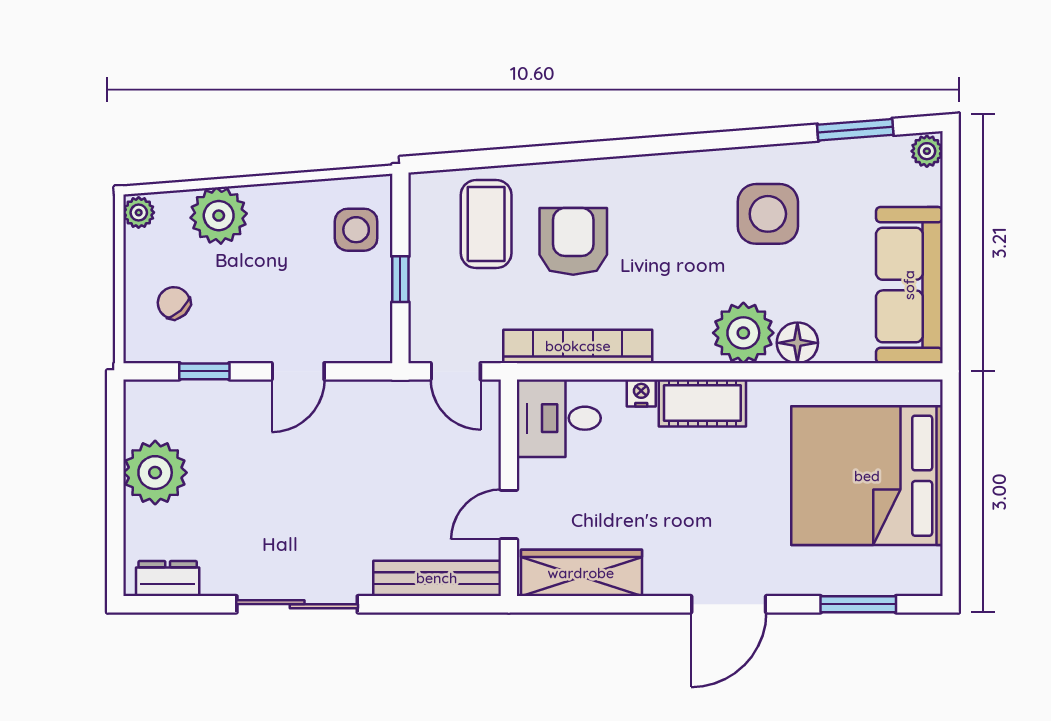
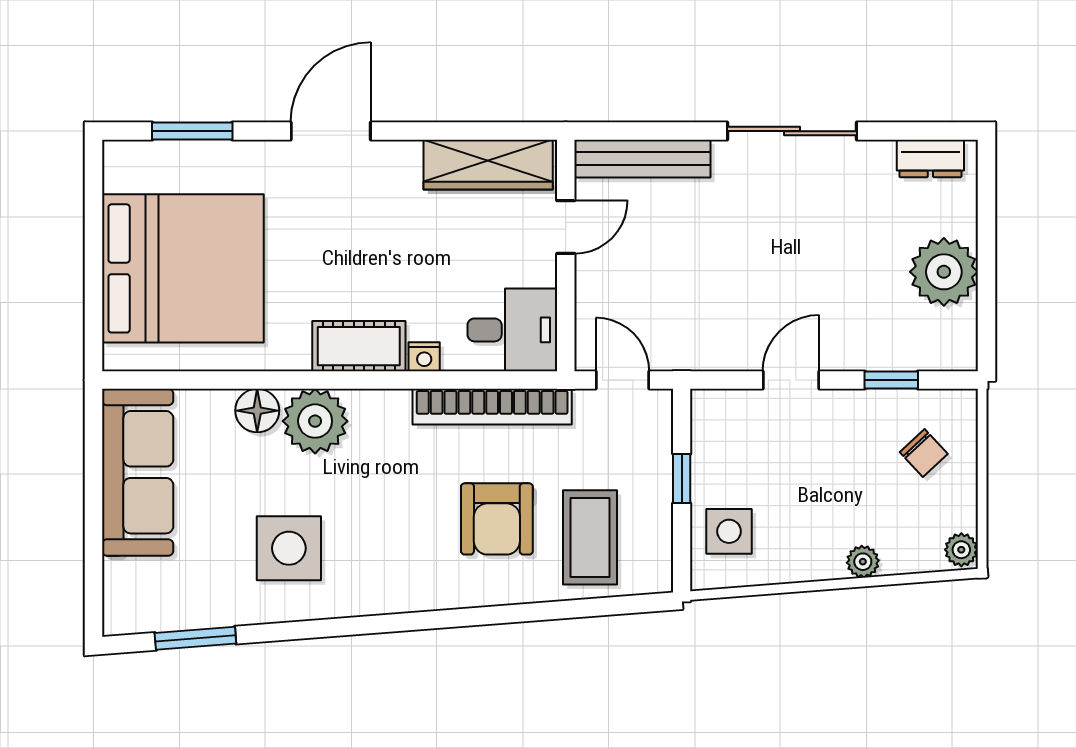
plant: (927, 151) -> (119, 615), removed
plant: (219, 216) -> (863, 562), width x0.53, depth x0.53

